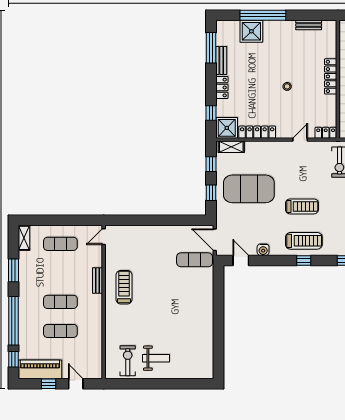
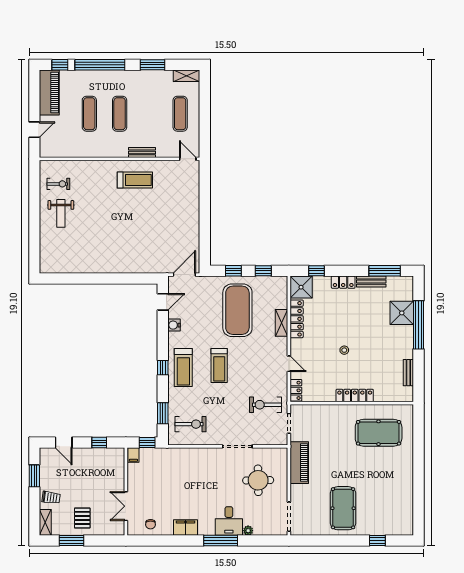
shelving: (231, 147) -> (281, 323), moved
exercise mat: (195, 260) -> (163, 254), removed
exercise bike: (128, 361) -> (58, 184), width x0.73, depth x0.72
window: (49, 384) -> (34, 101), removed

